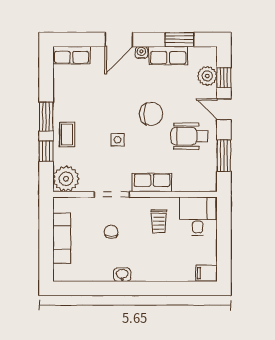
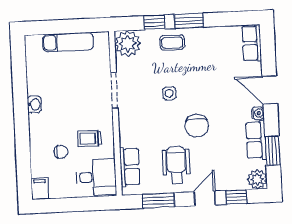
plant: (207, 76) -> (257, 179), moved
row of seats: (152, 182) -> (130, 167), moved
chair: (111, 232) -> (61, 152), moved

